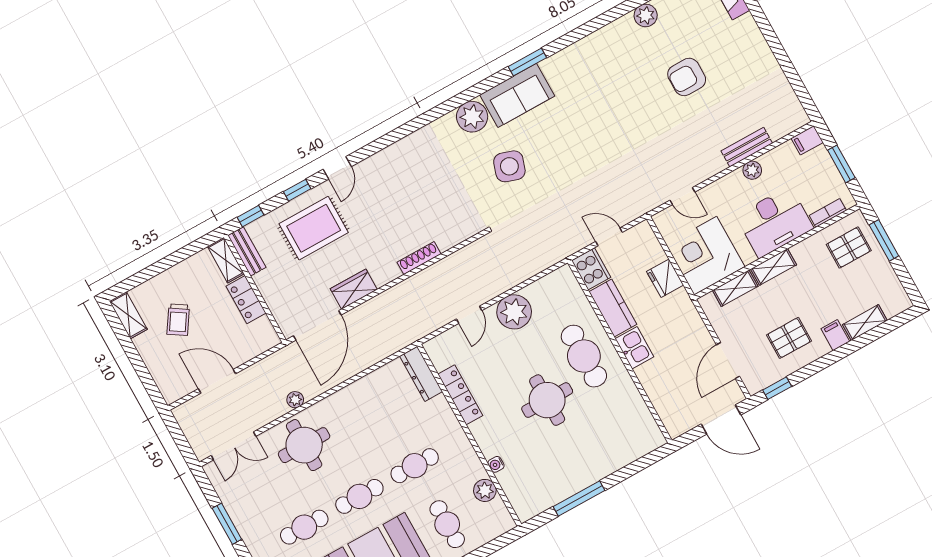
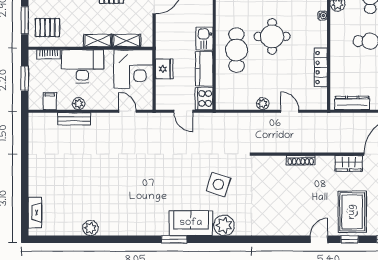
armchair: (687, 77) -> (87, 179), removed
filing cabinet: (807, 140) -> (50, 101), moved, turned -90
rug: (314, 228) -> (352, 212), turned 90
plant: (514, 312) -> (263, 104), width x0.53, depth x0.53
door: (469, 315) -> (290, 111), hinge flipped
dresser: (421, 374) -> (352, 103), moved, turned -90

